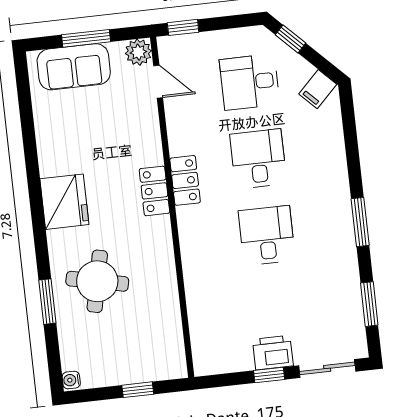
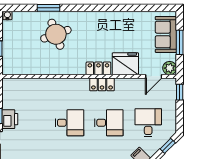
fridge: (64, 202) -> (125, 64), moved, turned 180
round table: (97, 281) -> (56, 34), turned -32

